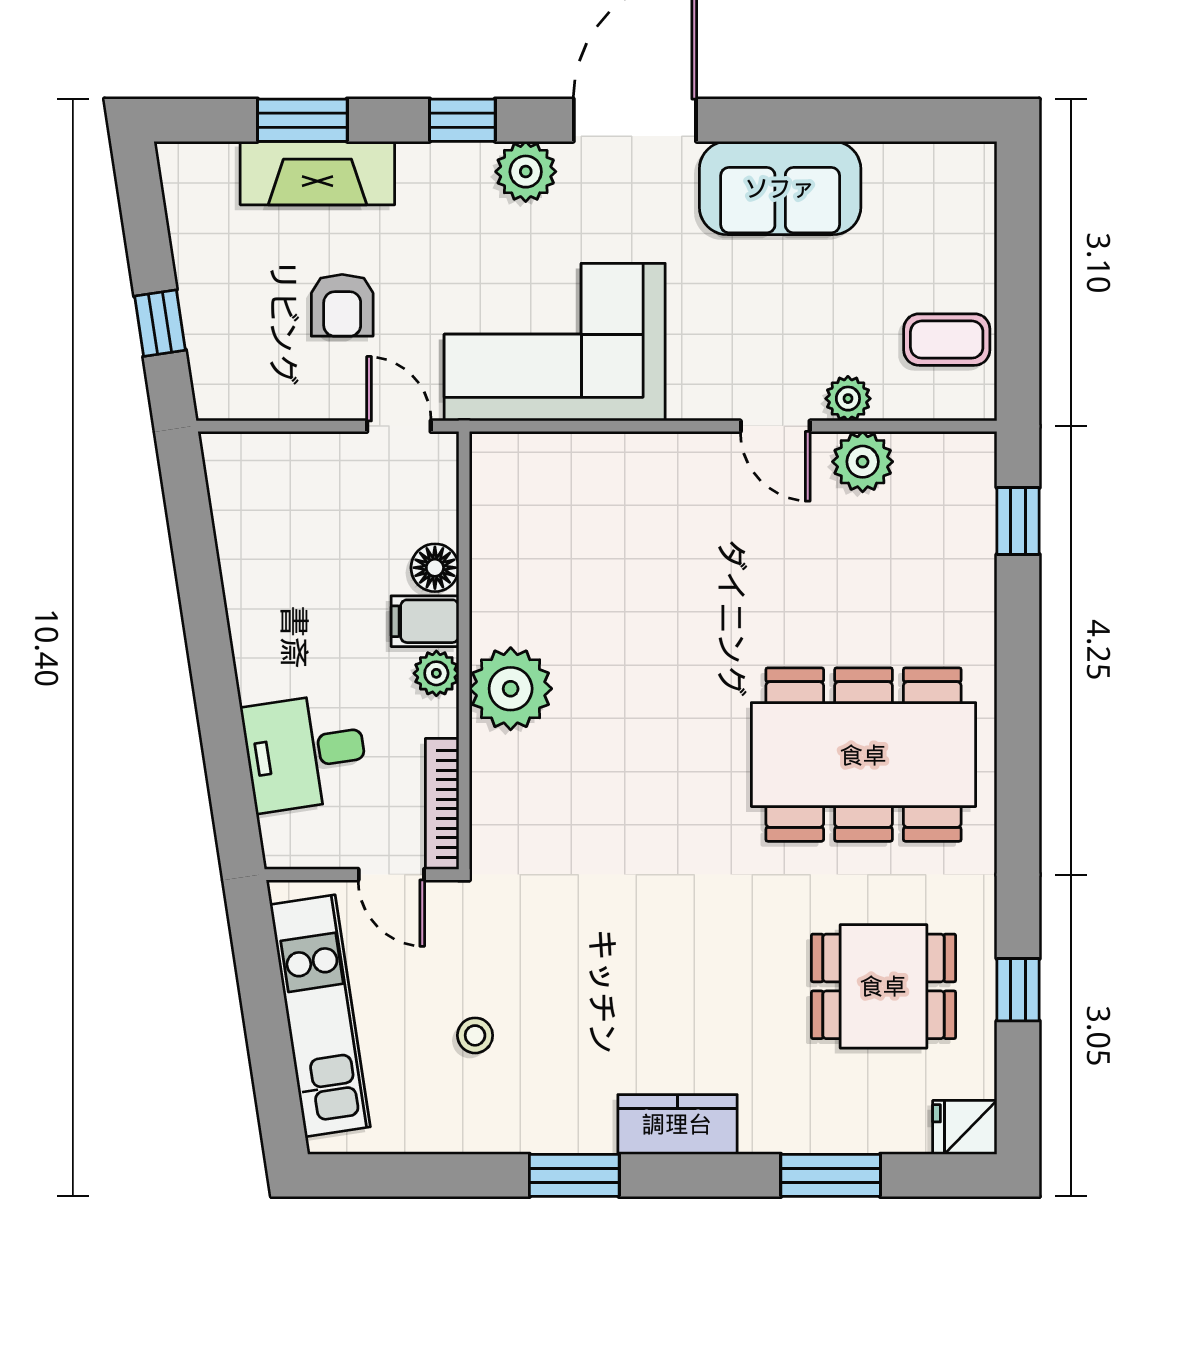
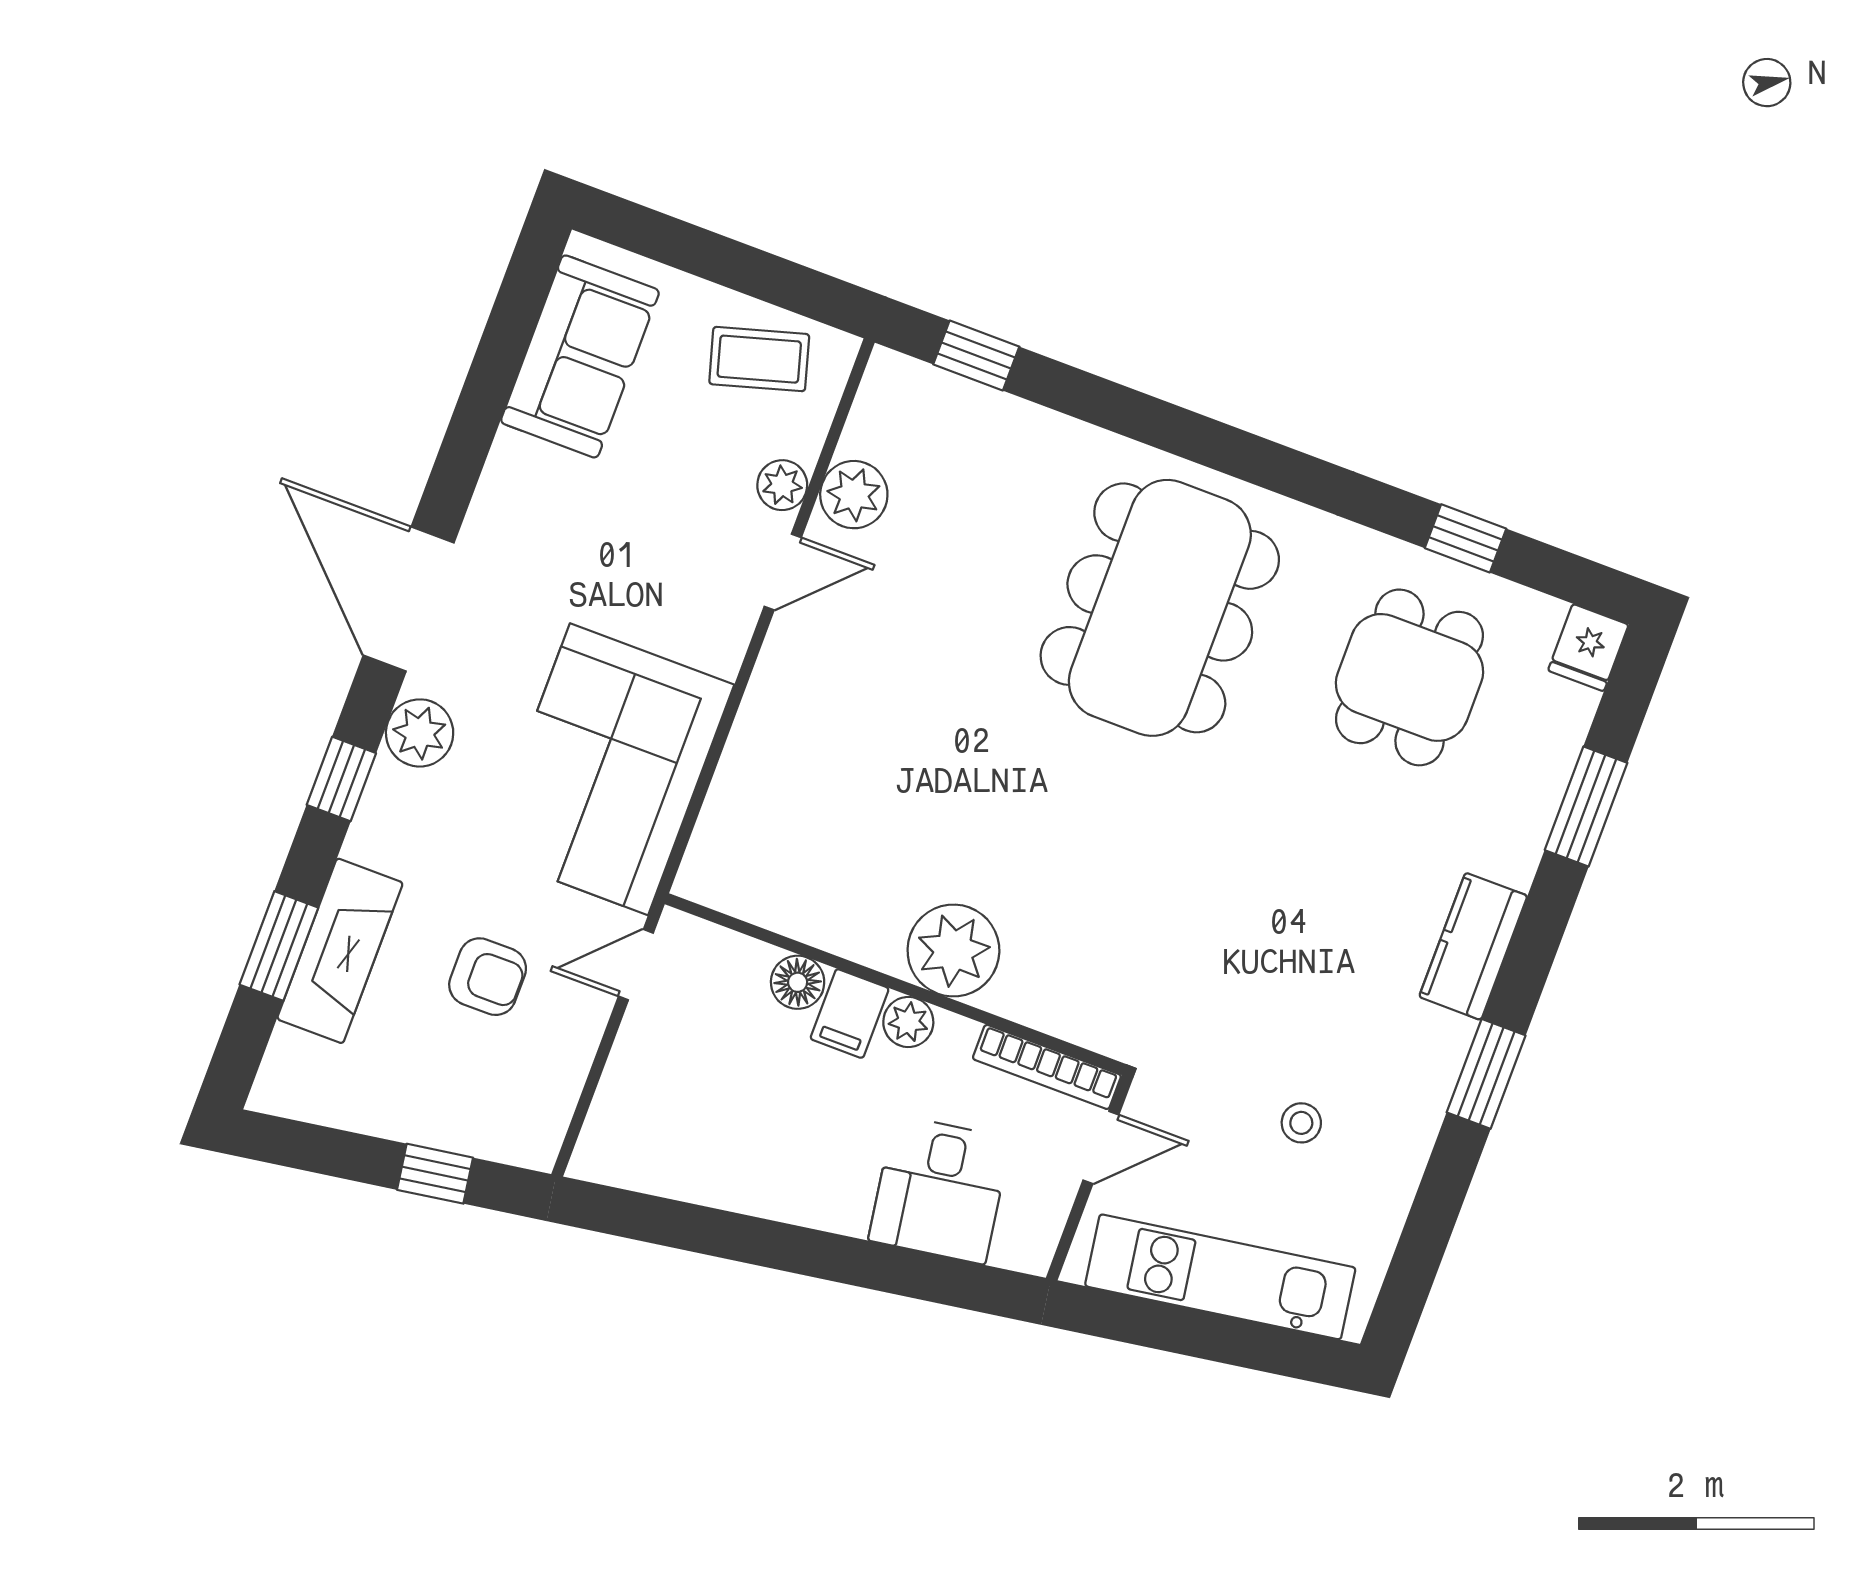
sofa: (780, 188) -> (580, 356), moved
coffee table: (947, 340) -> (759, 359), turned 74

